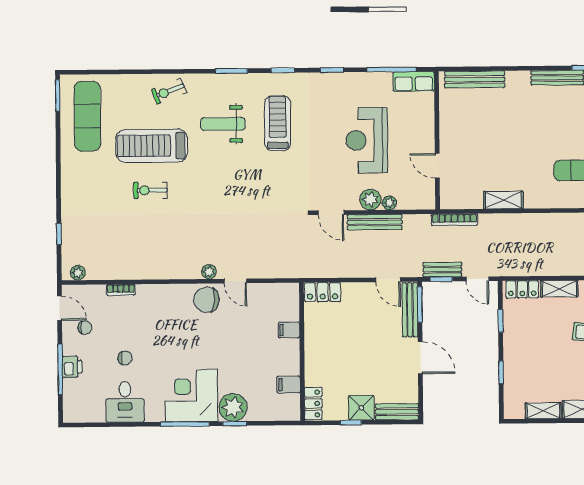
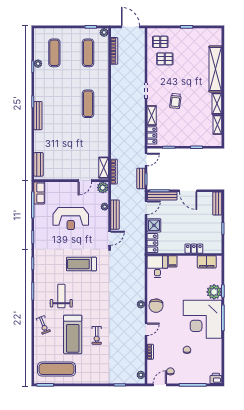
bench: (475, 79) -> (38, 164), width x0.73
treadmill: (278, 123) -> (81, 264), moved
weight bench: (223, 124) -> (61, 296), turned 180
plant: (370, 200) -> (103, 188), moved
shelving: (503, 200) -> (104, 168), moved
door: (235, 281) -> (146, 329), moved
door: (420, 357) -> (188, 191), swing flipped
printer: (72, 367) -> (216, 378), moved
filing cabinet: (288, 385) -> (207, 262), width x2.00
corner desk: (191, 396) -> (203, 319), width x1.36, depth x1.36
desk: (125, 402) -> (157, 267), moved, turned -90
locker: (313, 404) -> (194, 249), moved
shower: (361, 408) -> (154, 225), moved

